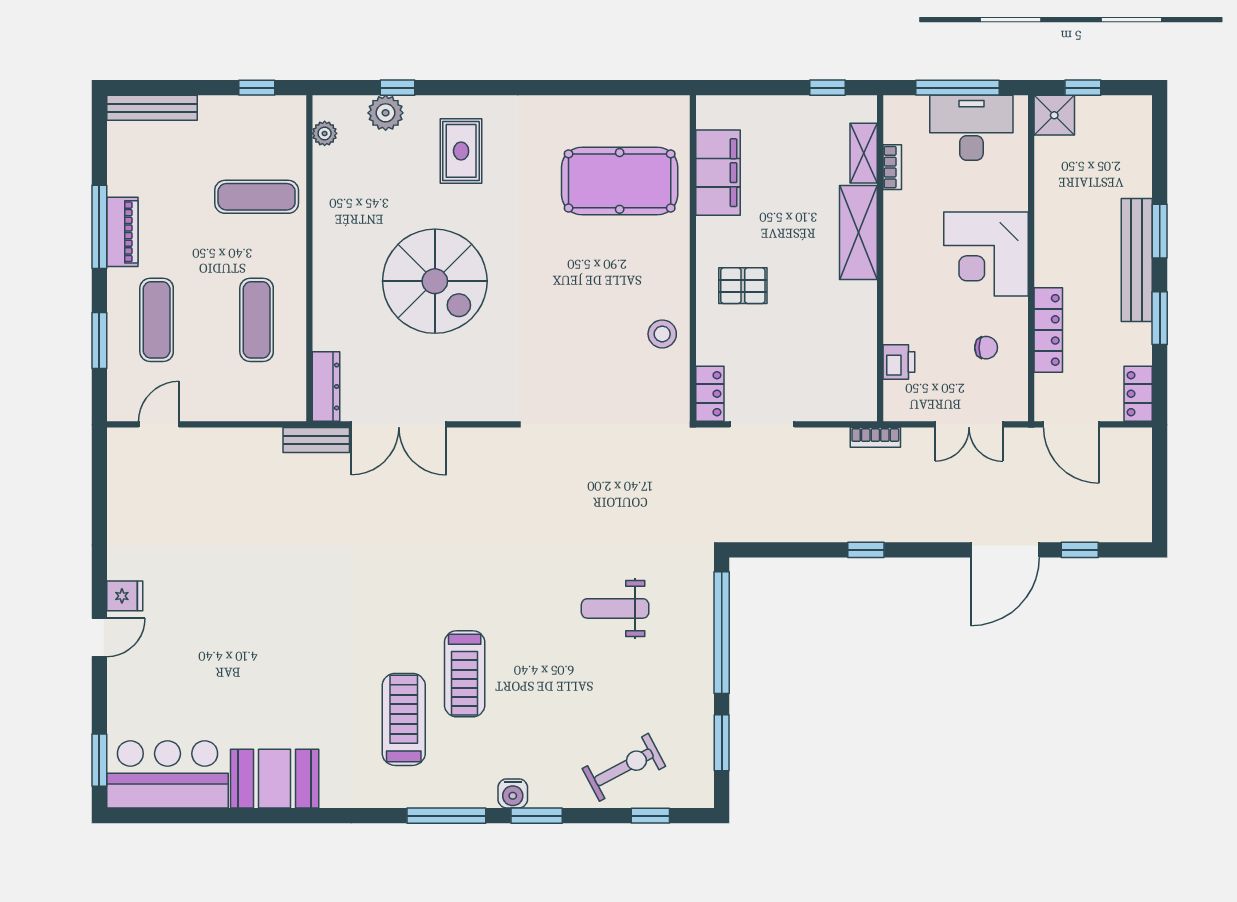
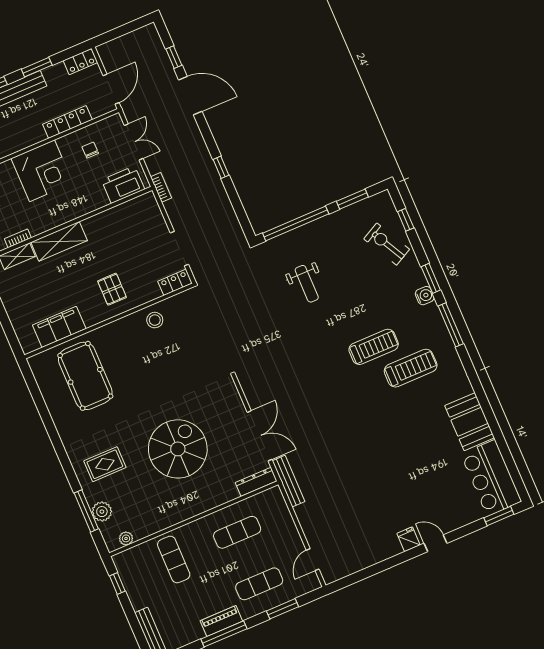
window: (397, 88) -> (86, 511), width x2.17
printer: (899, 362) -> (123, 185), width x1.87, depth x1.48
door: (159, 424) -> (313, 560), hinge flipped
bench: (316, 440) -> (289, 481), width x1.36
treadmill: (404, 719) -> (411, 368), turned 180

